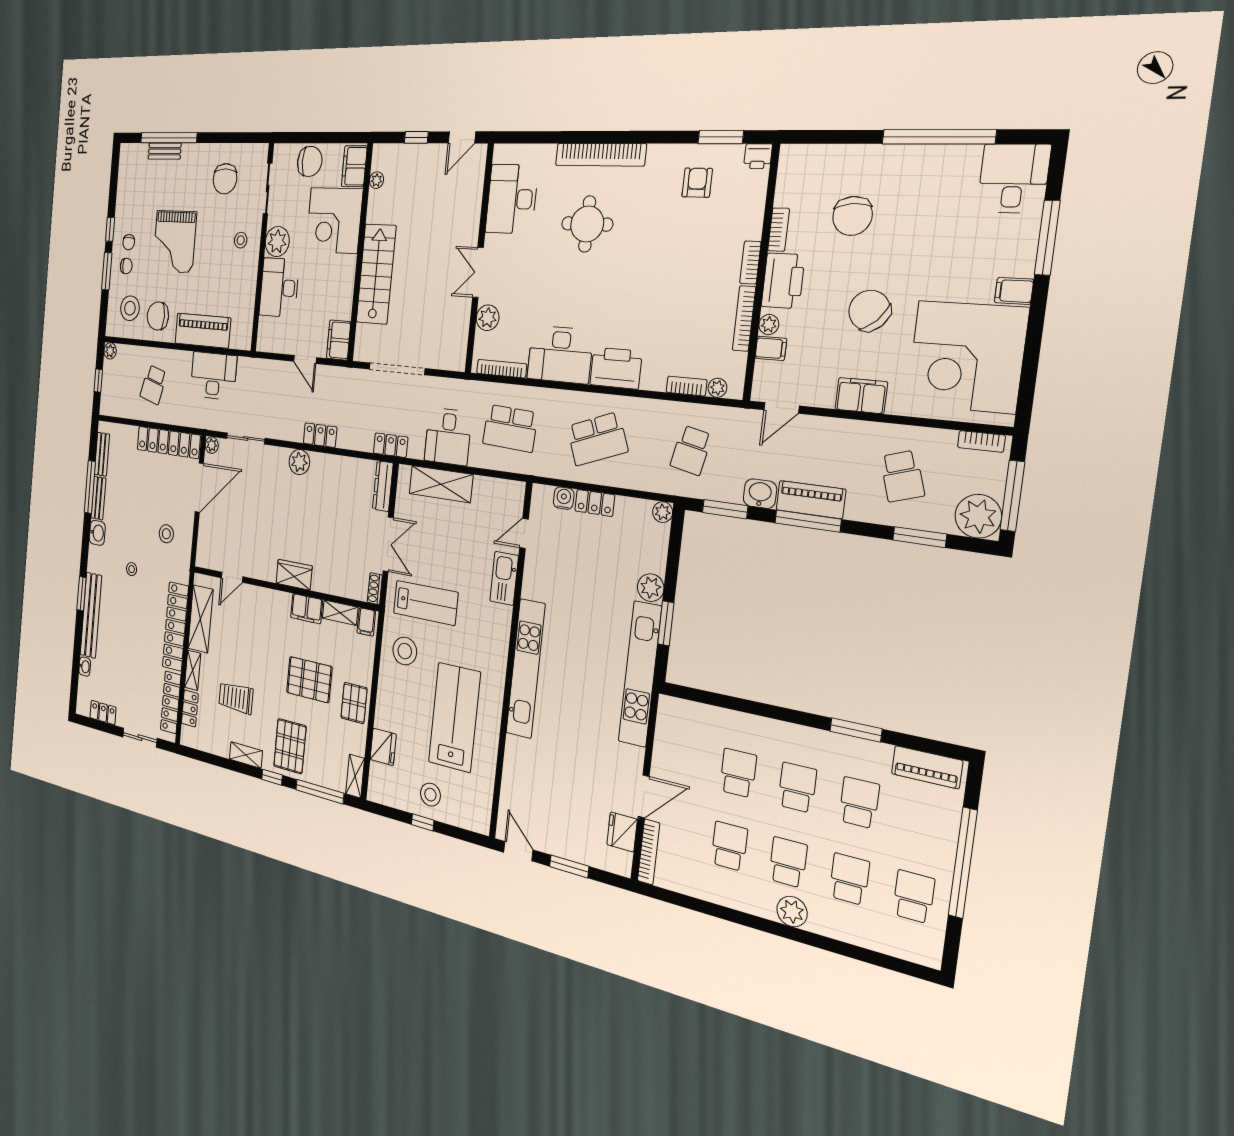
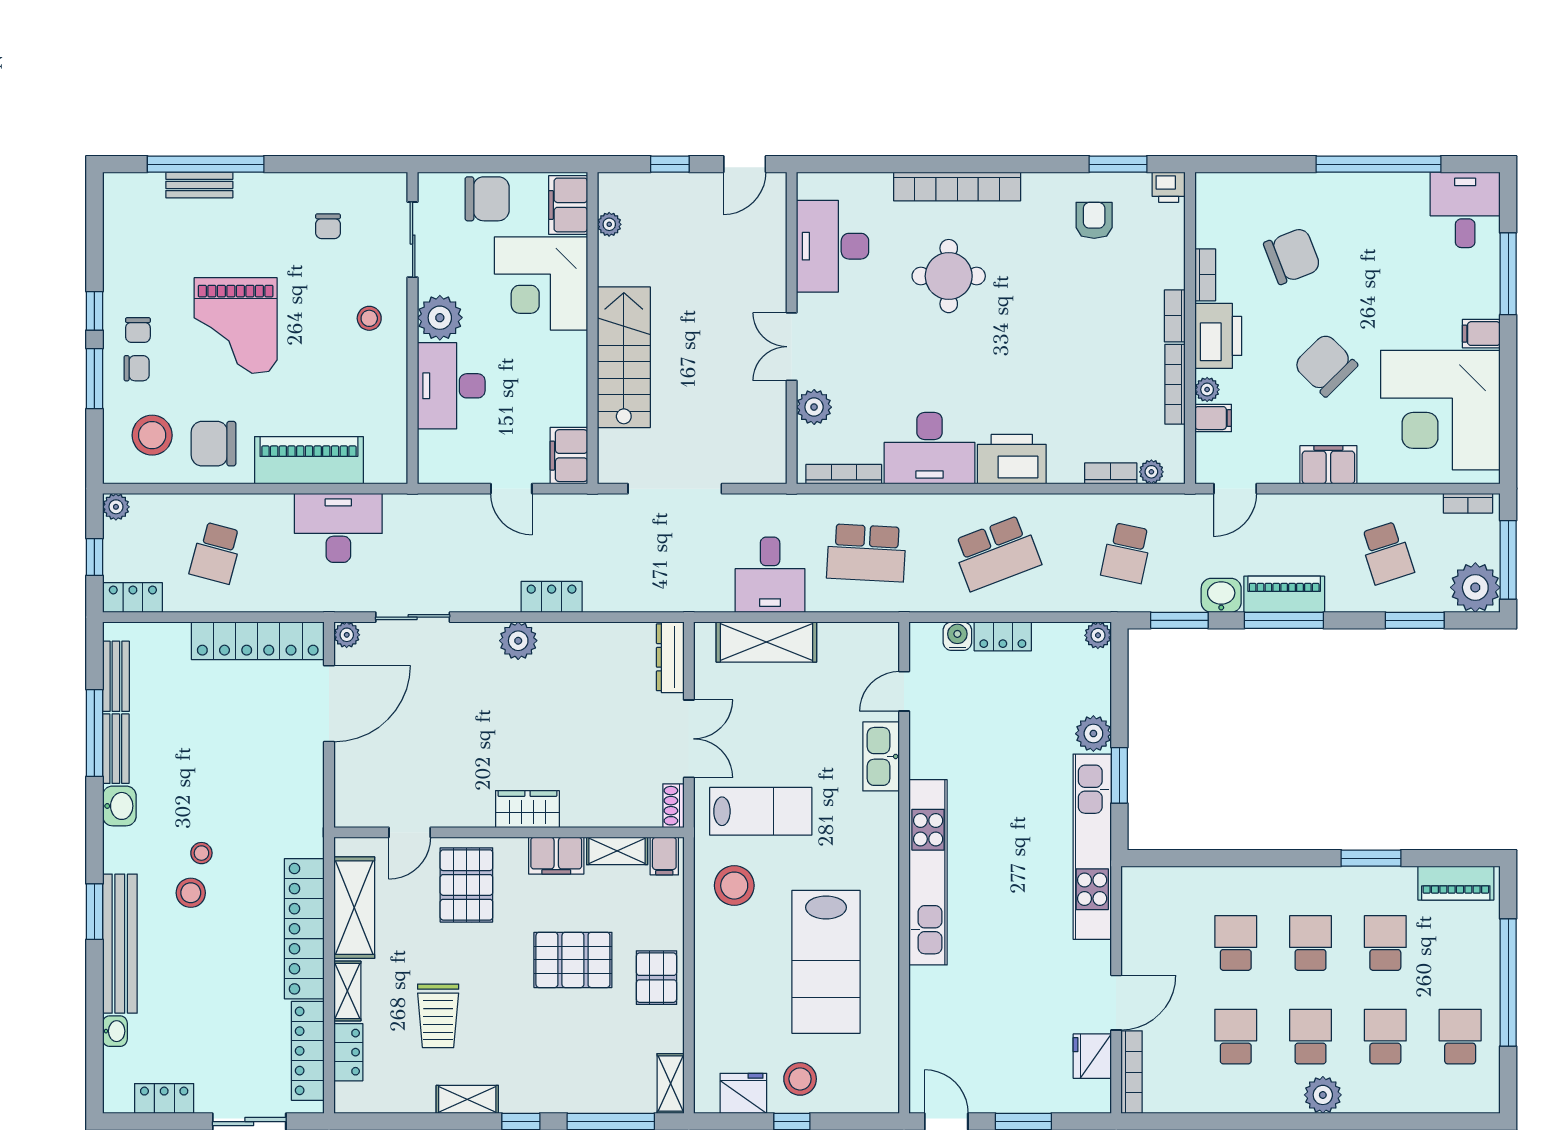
chair: (225, 179) -> (328, 226), width x0.54, depth x0.54
chair: (852, 216) -> (1292, 256), turned -106
locker: (391, 445) -> (133, 597), moved
stool: (166, 534) -> (191, 893), moved
trolley: (236, 698) -> (438, 1016), turned -90
lab bench: (454, 717) -> (826, 962), turned 180
pallet: (290, 746) -> (466, 885), moved
fridge: (383, 747) -> (743, 1093), moved, turned -90

